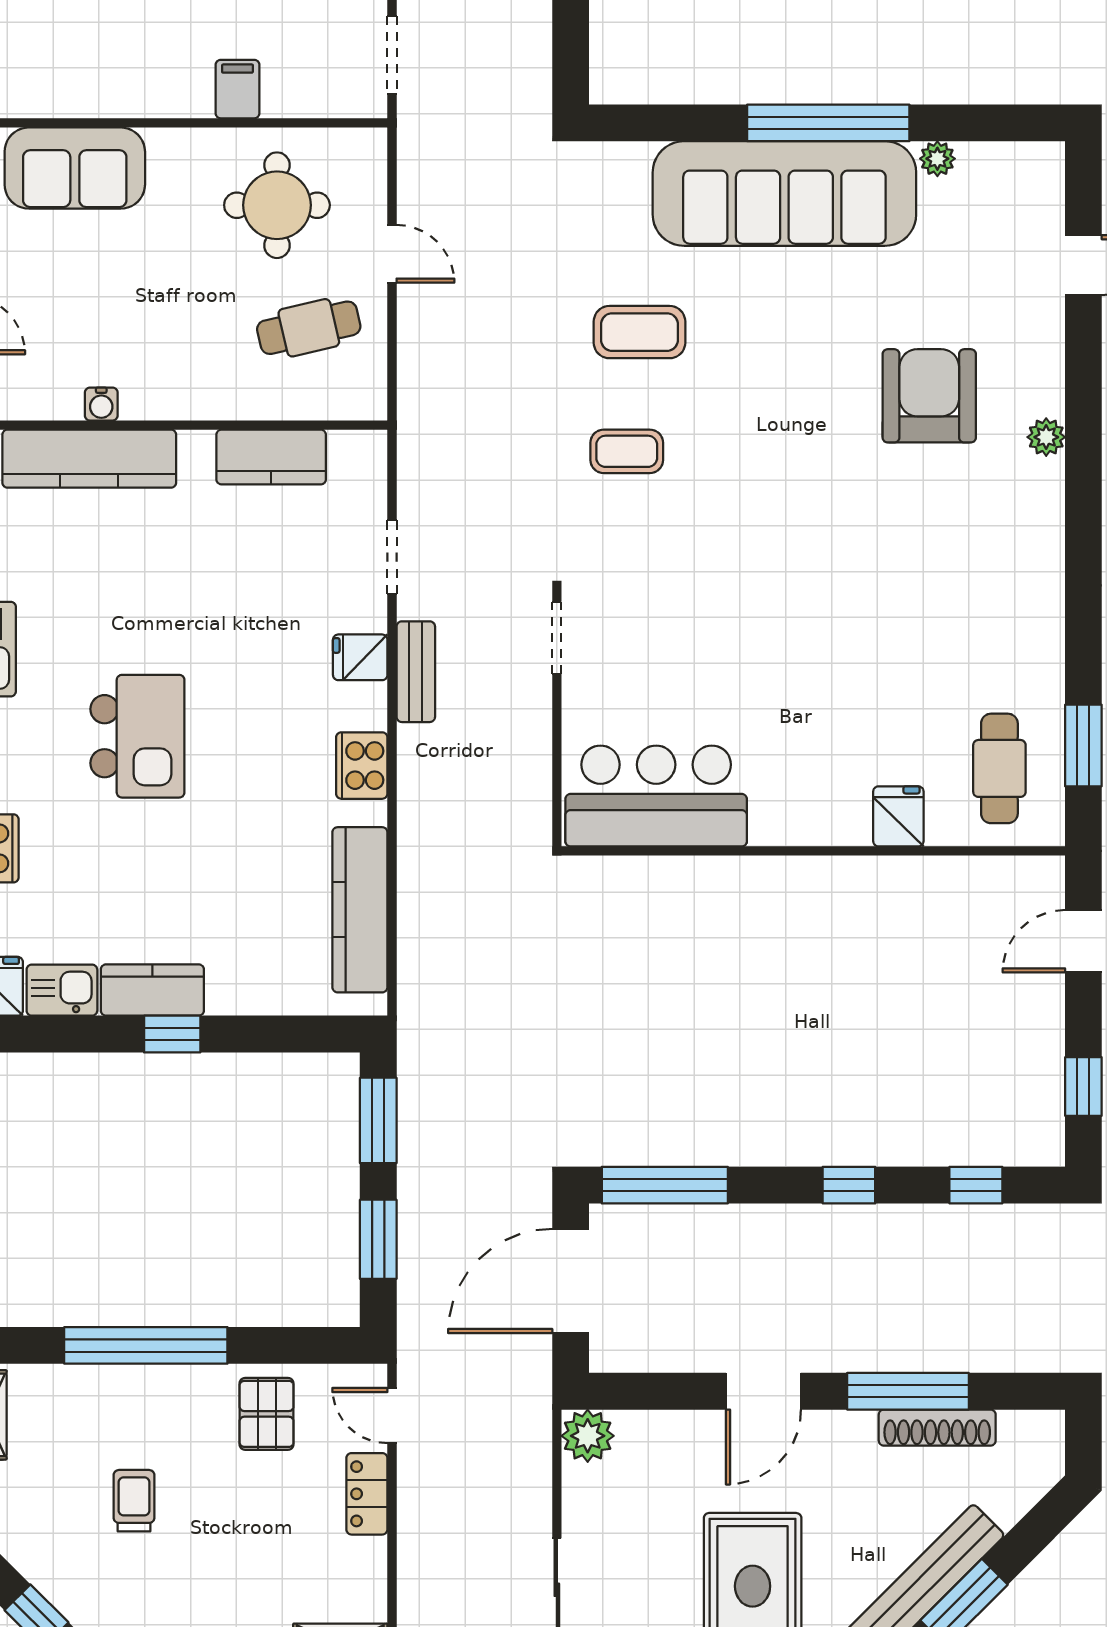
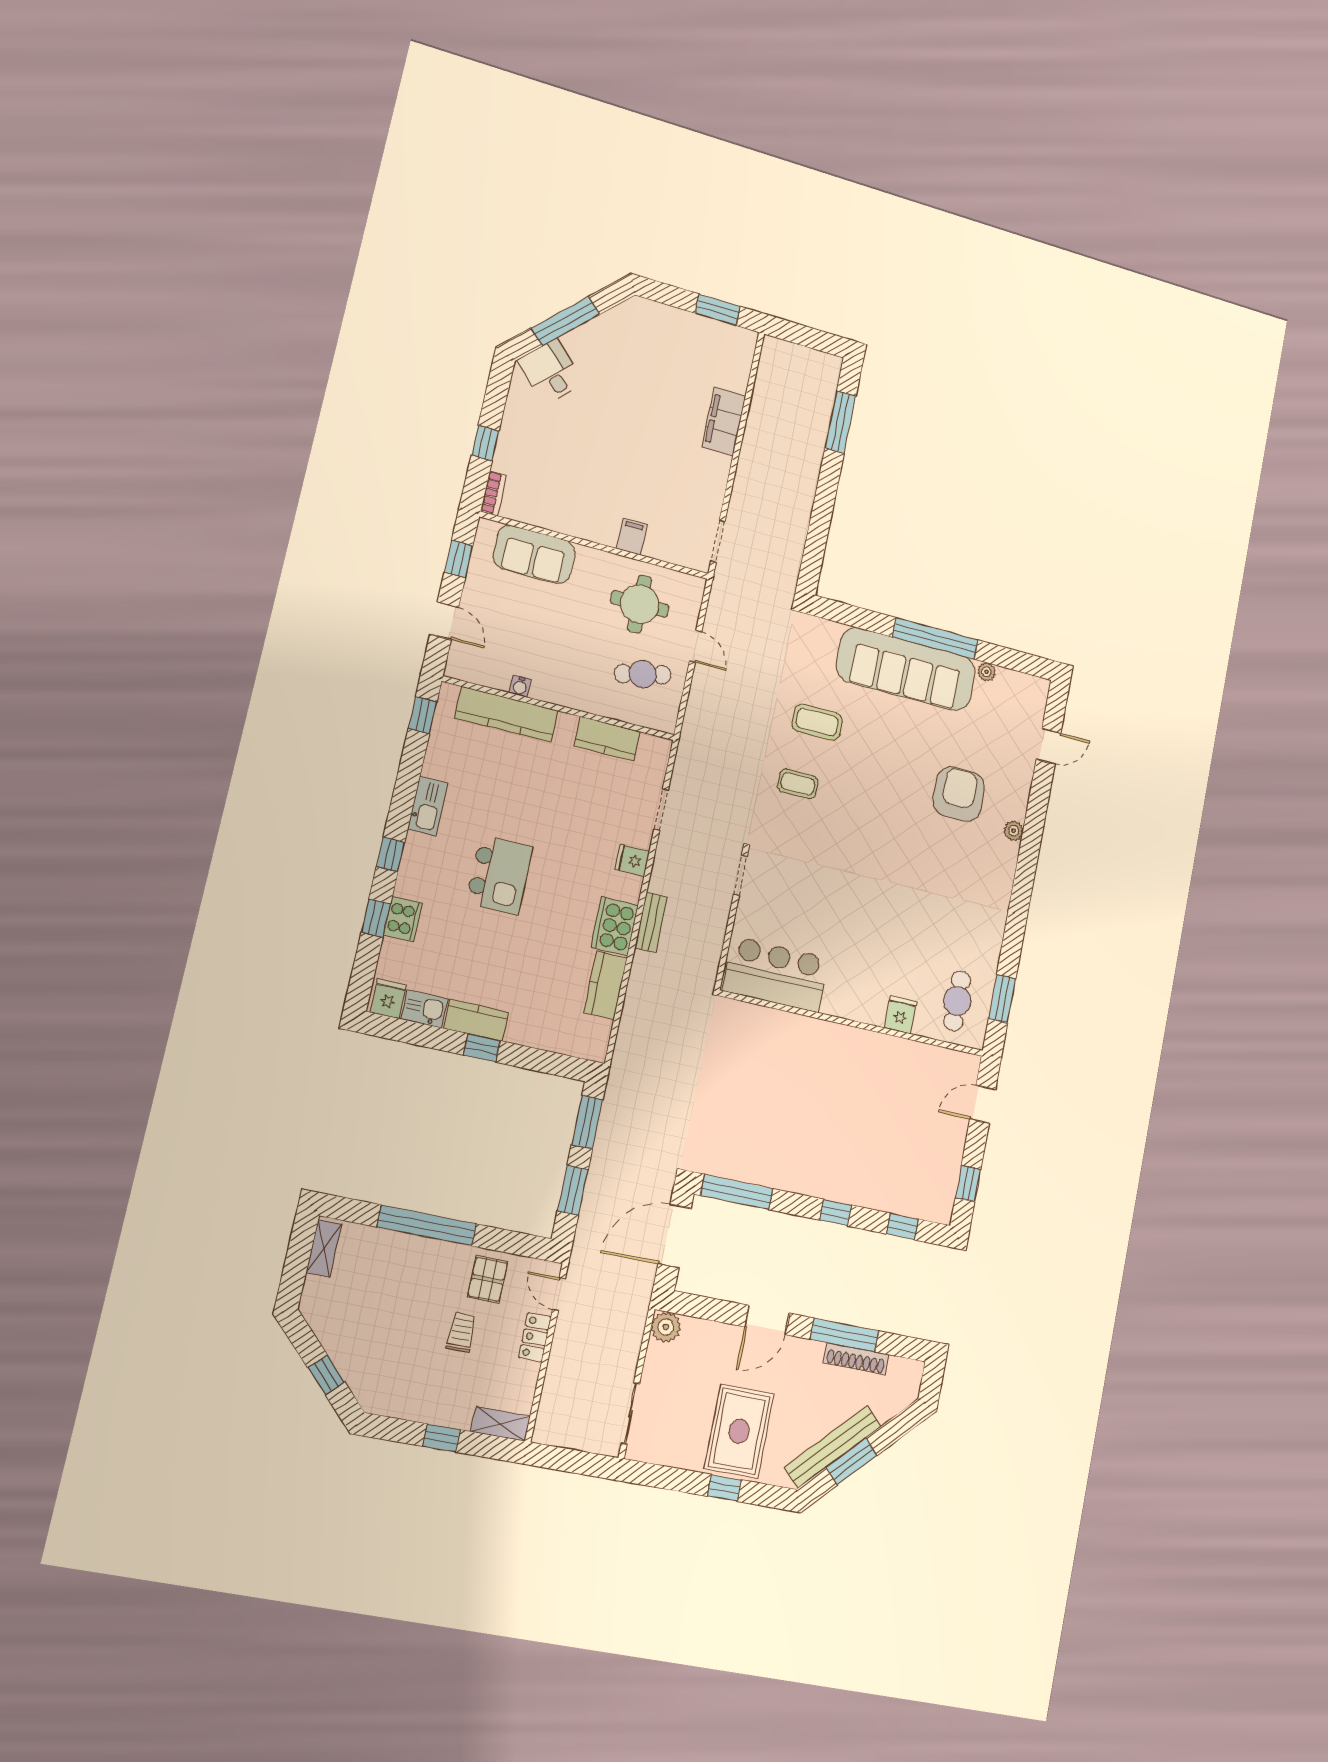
bench: (416, 672) -> (651, 922), moved
cooker: (362, 766) -> (615, 926), width x1.37, depth x1.31
kitchen counter: (360, 910) -> (606, 985), width x0.67
trolley: (134, 1501) -> (462, 1332), moved

